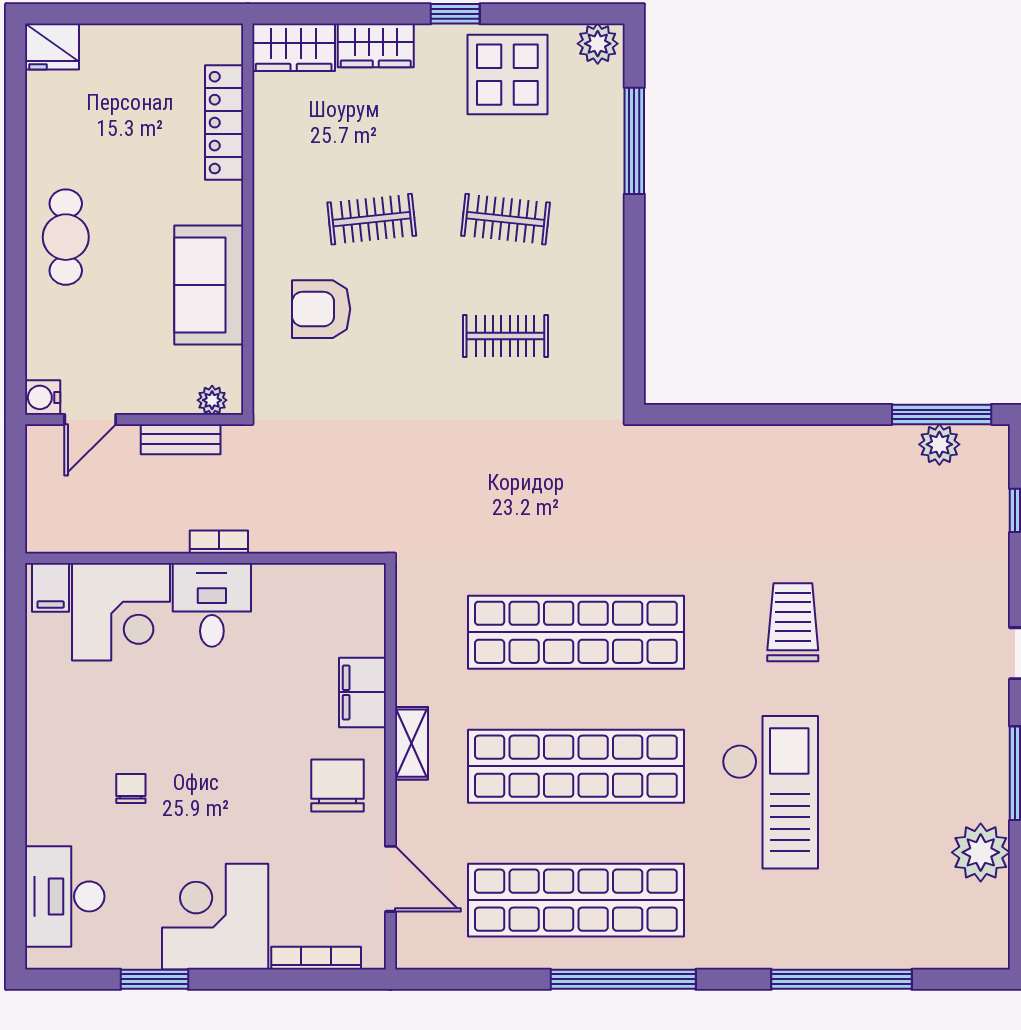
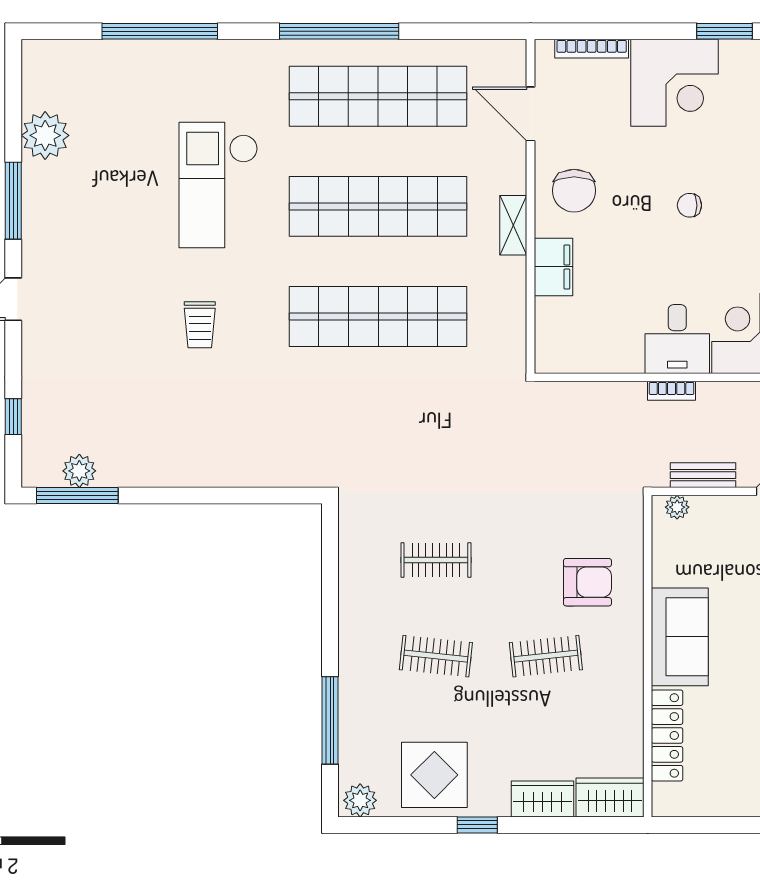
sofa: (209, 285) -> (680, 637), moved
trolley: (793, 622) -> (200, 325), width x0.73, depth x0.72
chair: (131, 789) -> (689, 205), moved, turned 90

